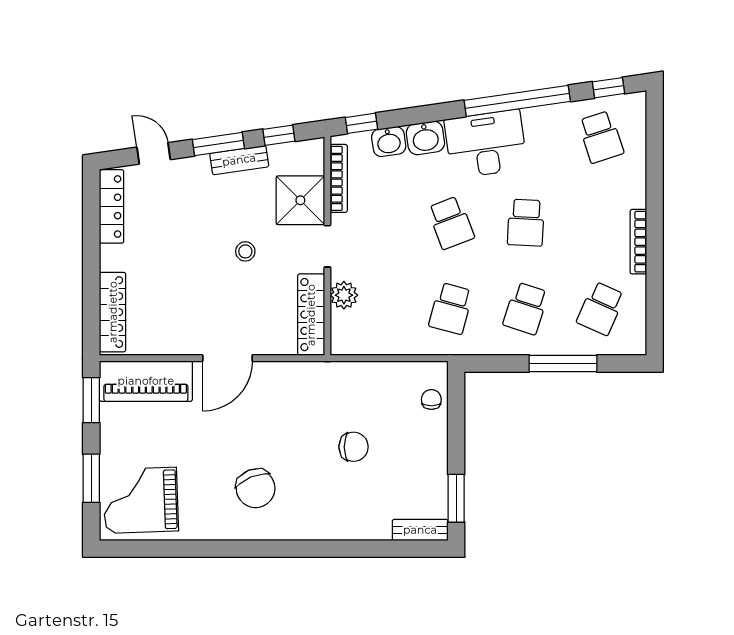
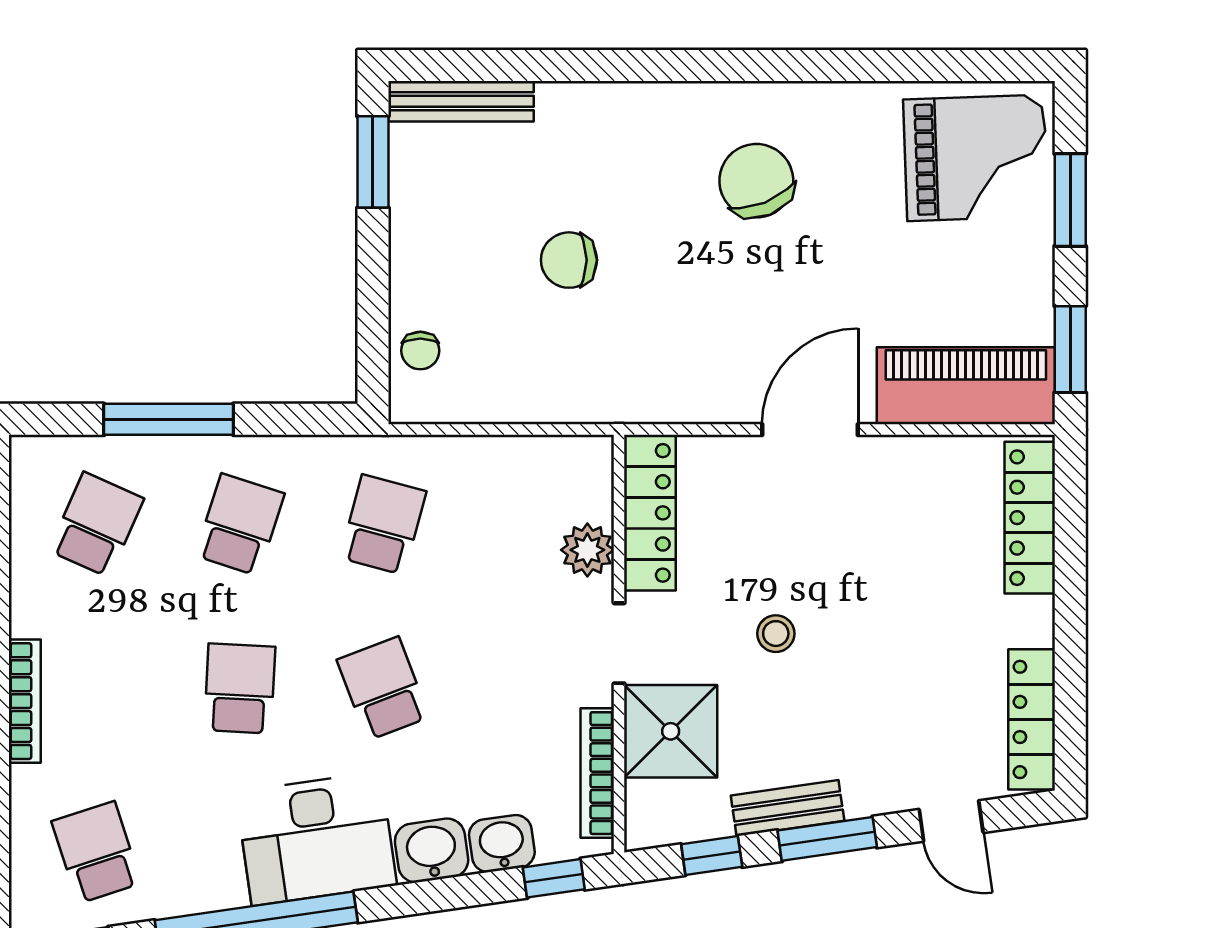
bookcase: (638, 242) -> (25, 701), moved
bench: (420, 530) -> (461, 101), width x1.36

